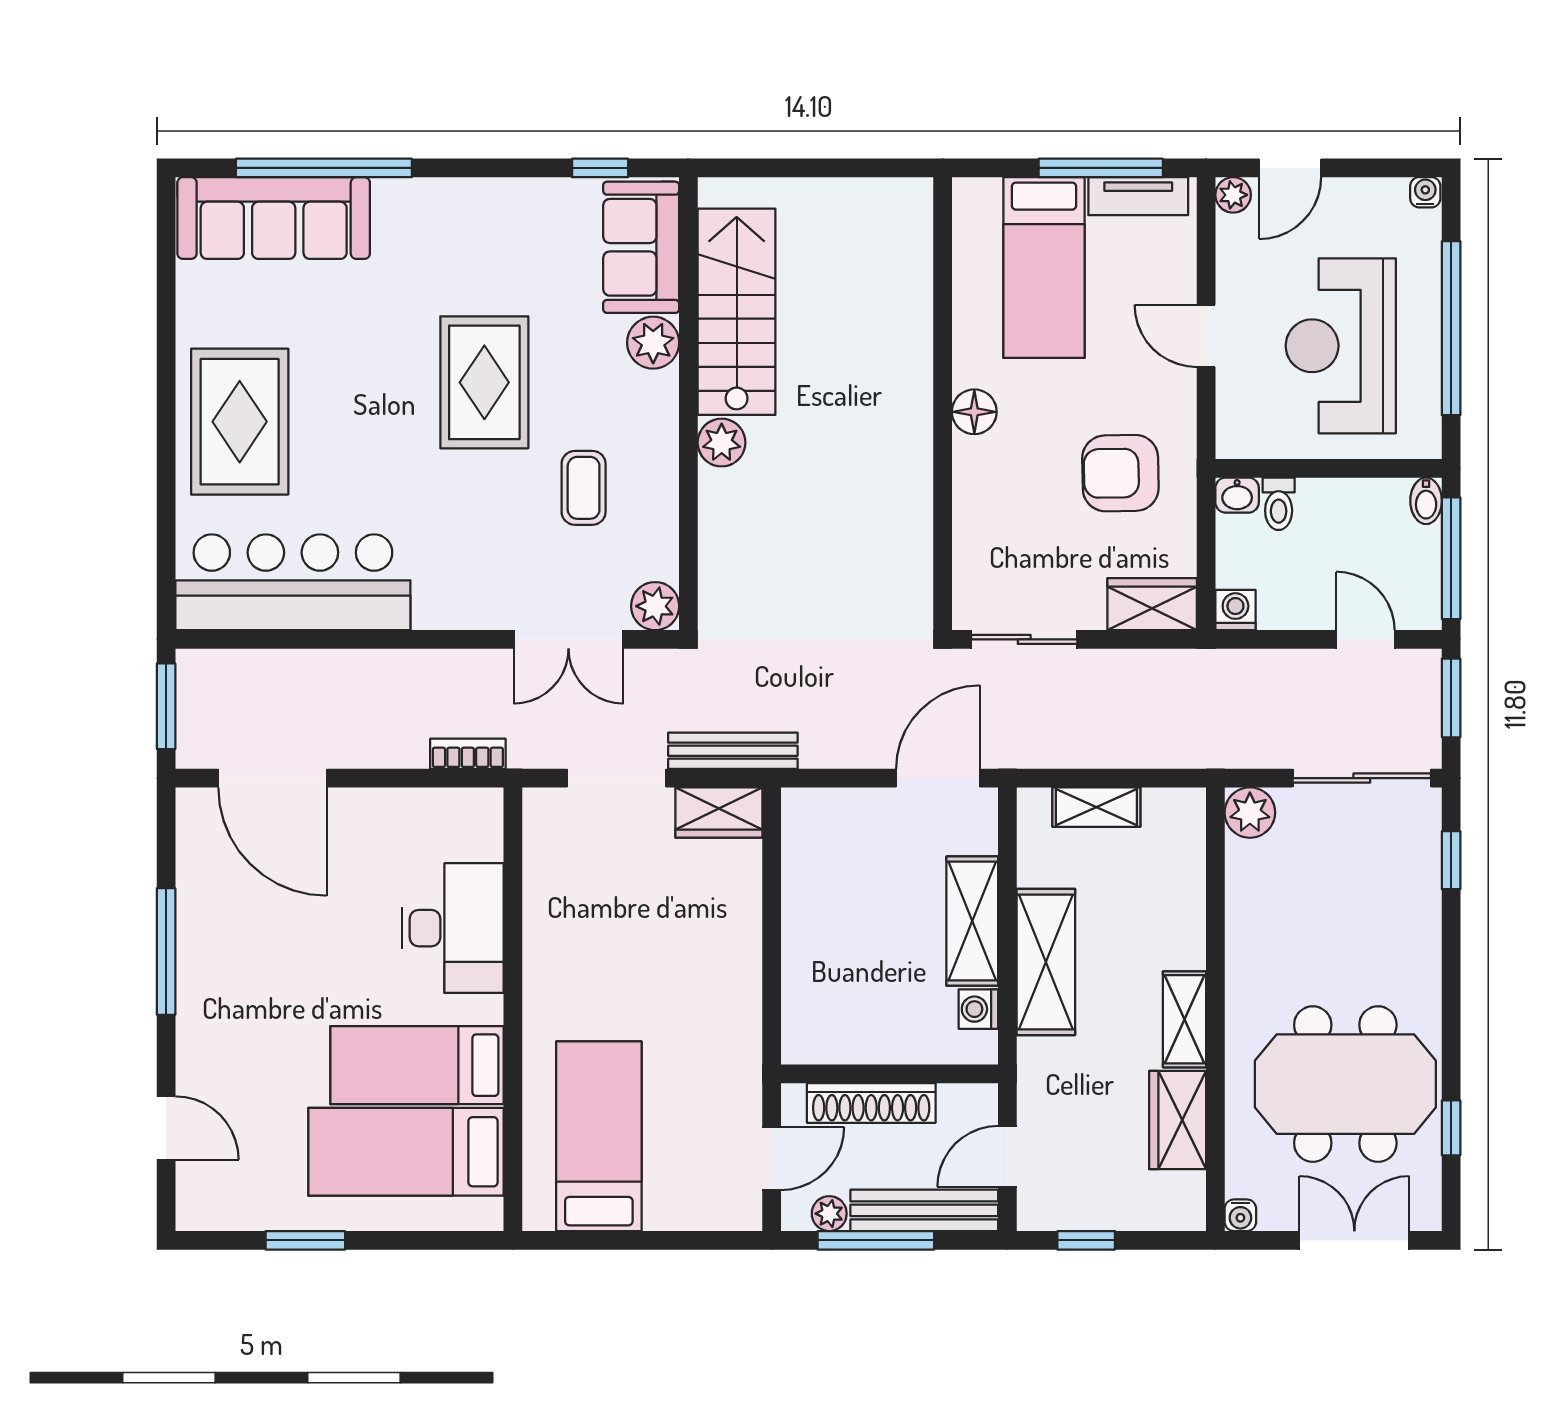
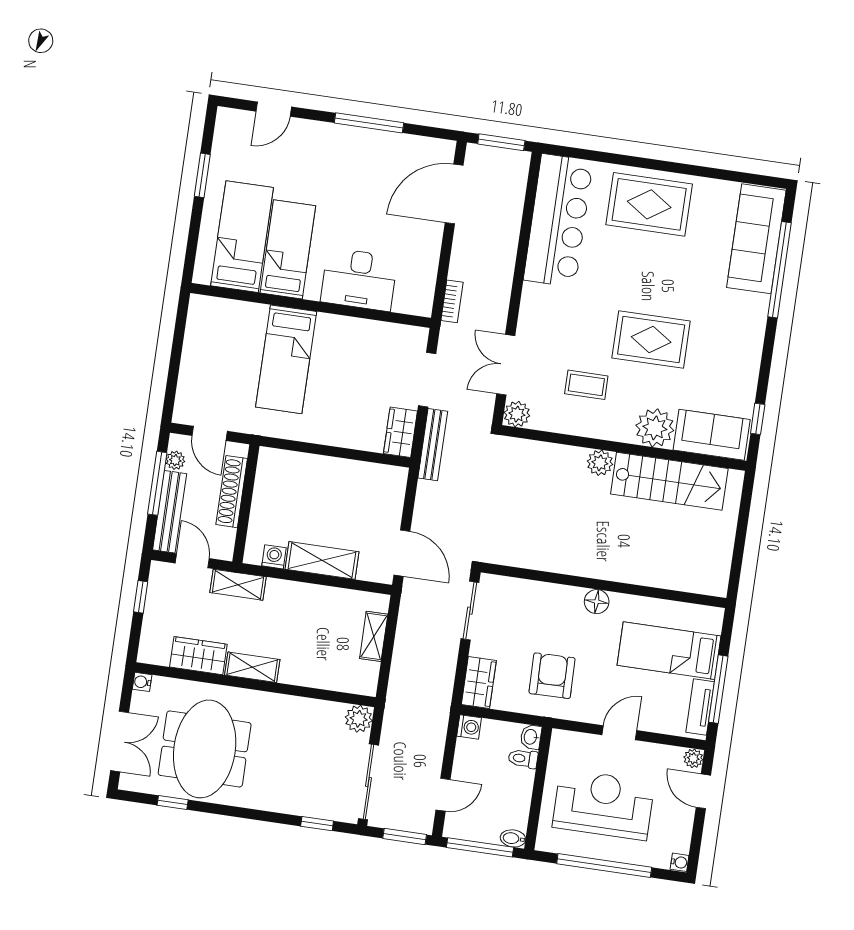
plant: (653, 343) -> (655, 428), width x1.36, depth x1.36
shelving: (1046, 962) -> (238, 585), moved, width x0.67, depth x0.75
bed: (599, 1136) -> (286, 359), moved, turned 90

